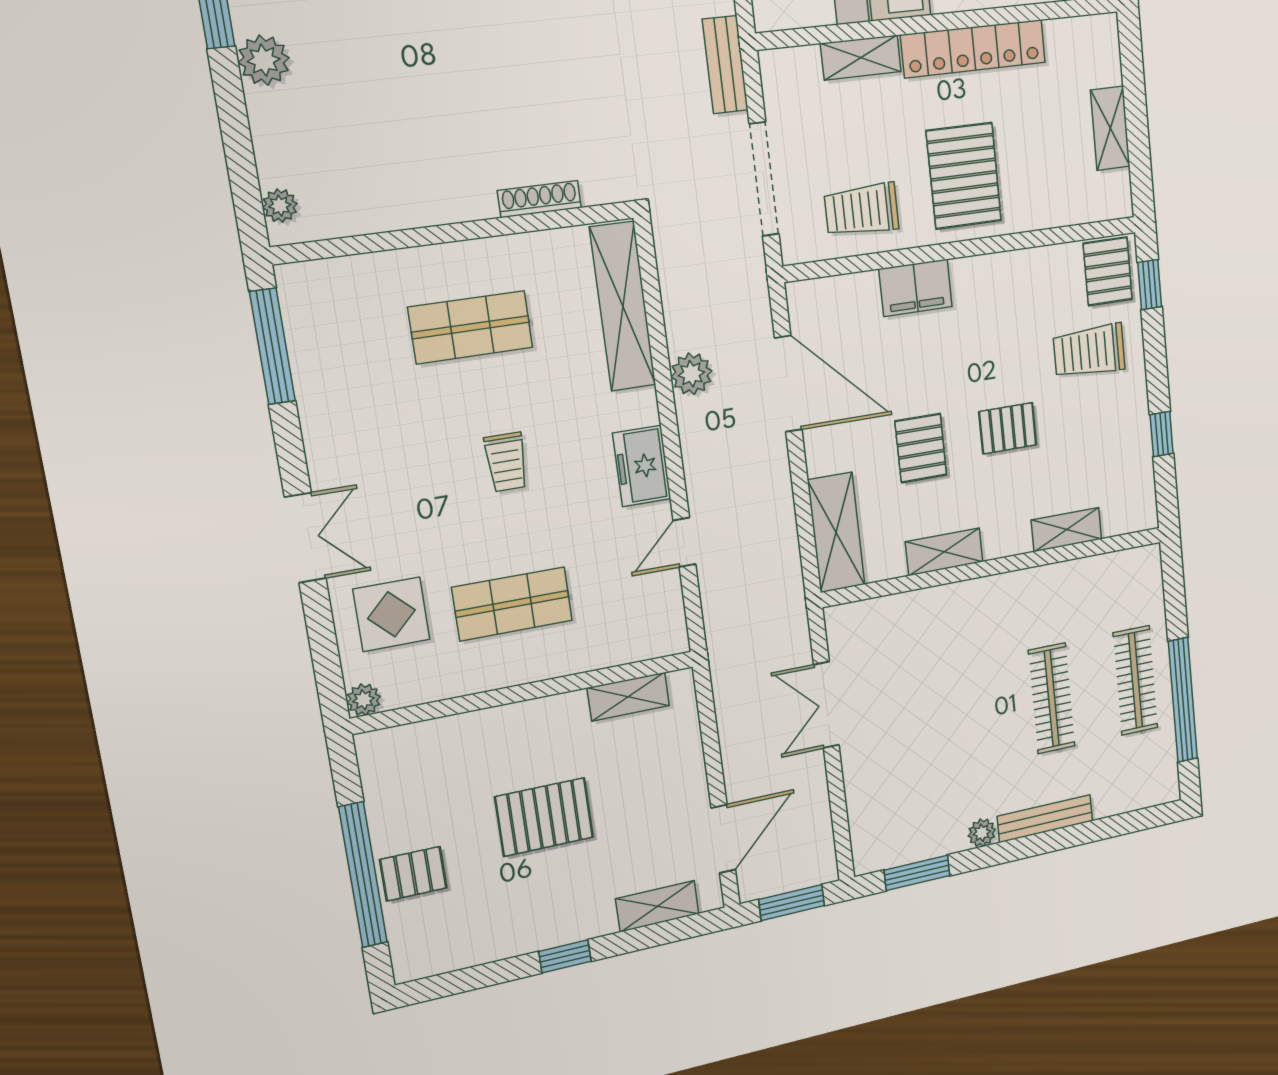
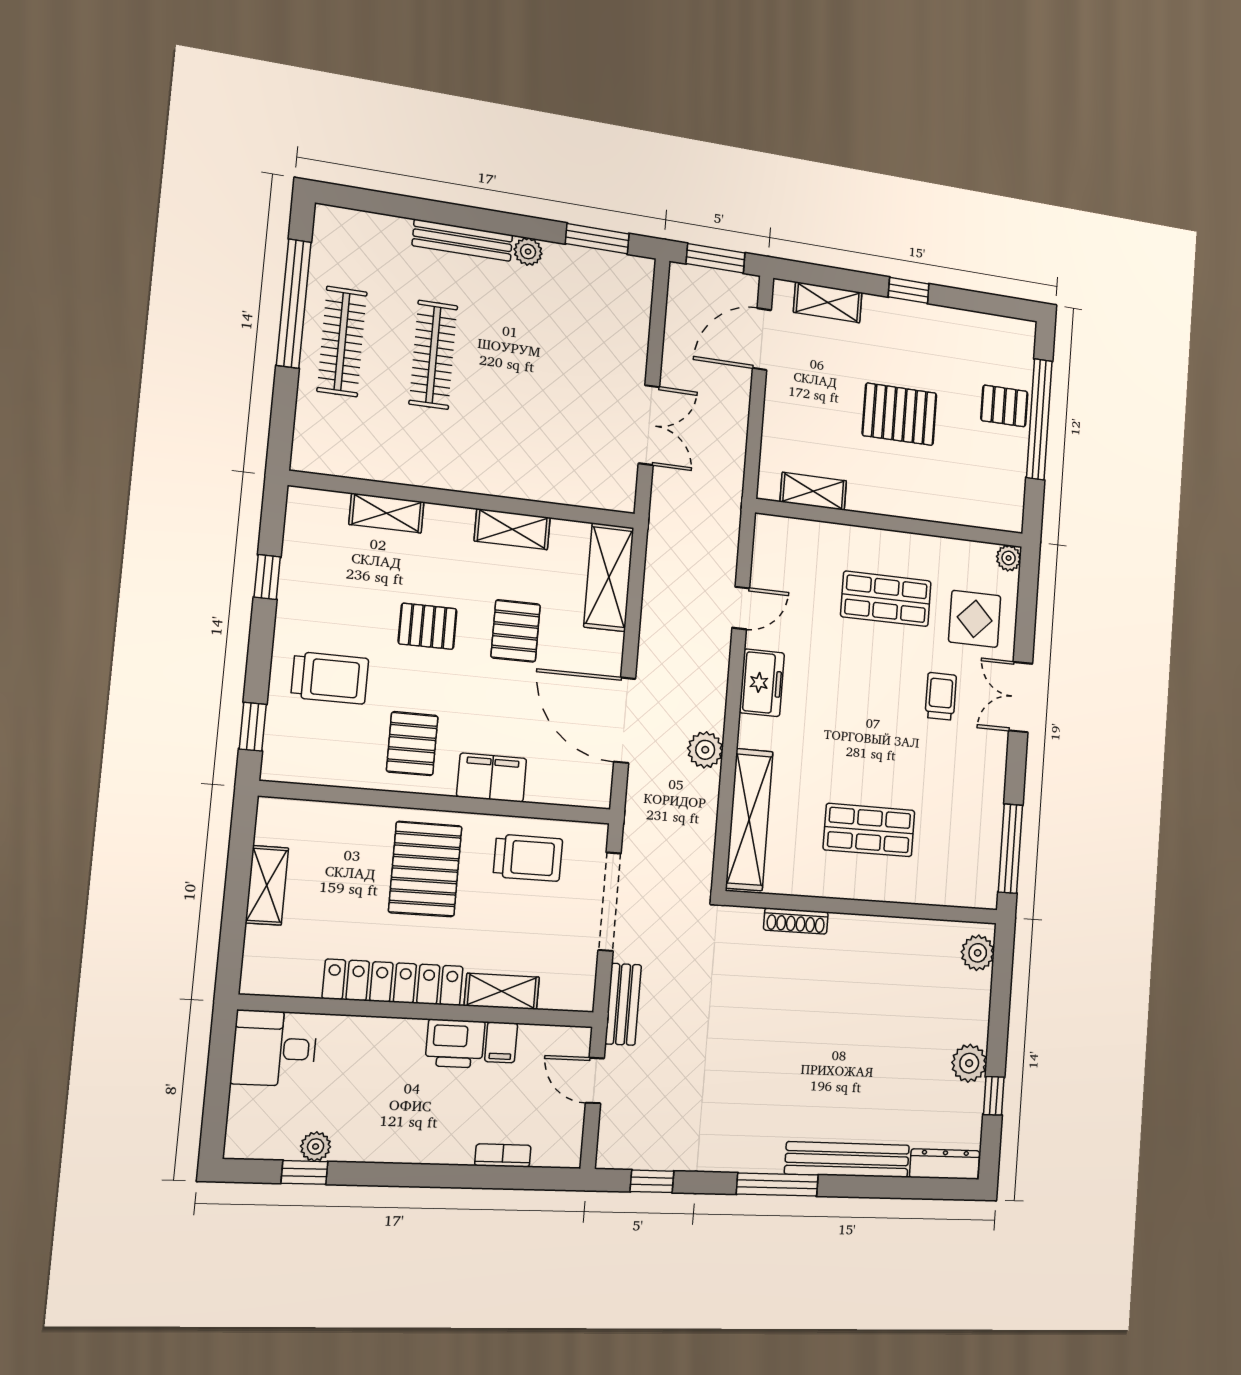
plant: (280, 206) -> (978, 953), width x1.38, depth x1.38
pallet: (1108, 271) -> (412, 744), moved
trolley: (506, 462) -> (941, 696), moved

